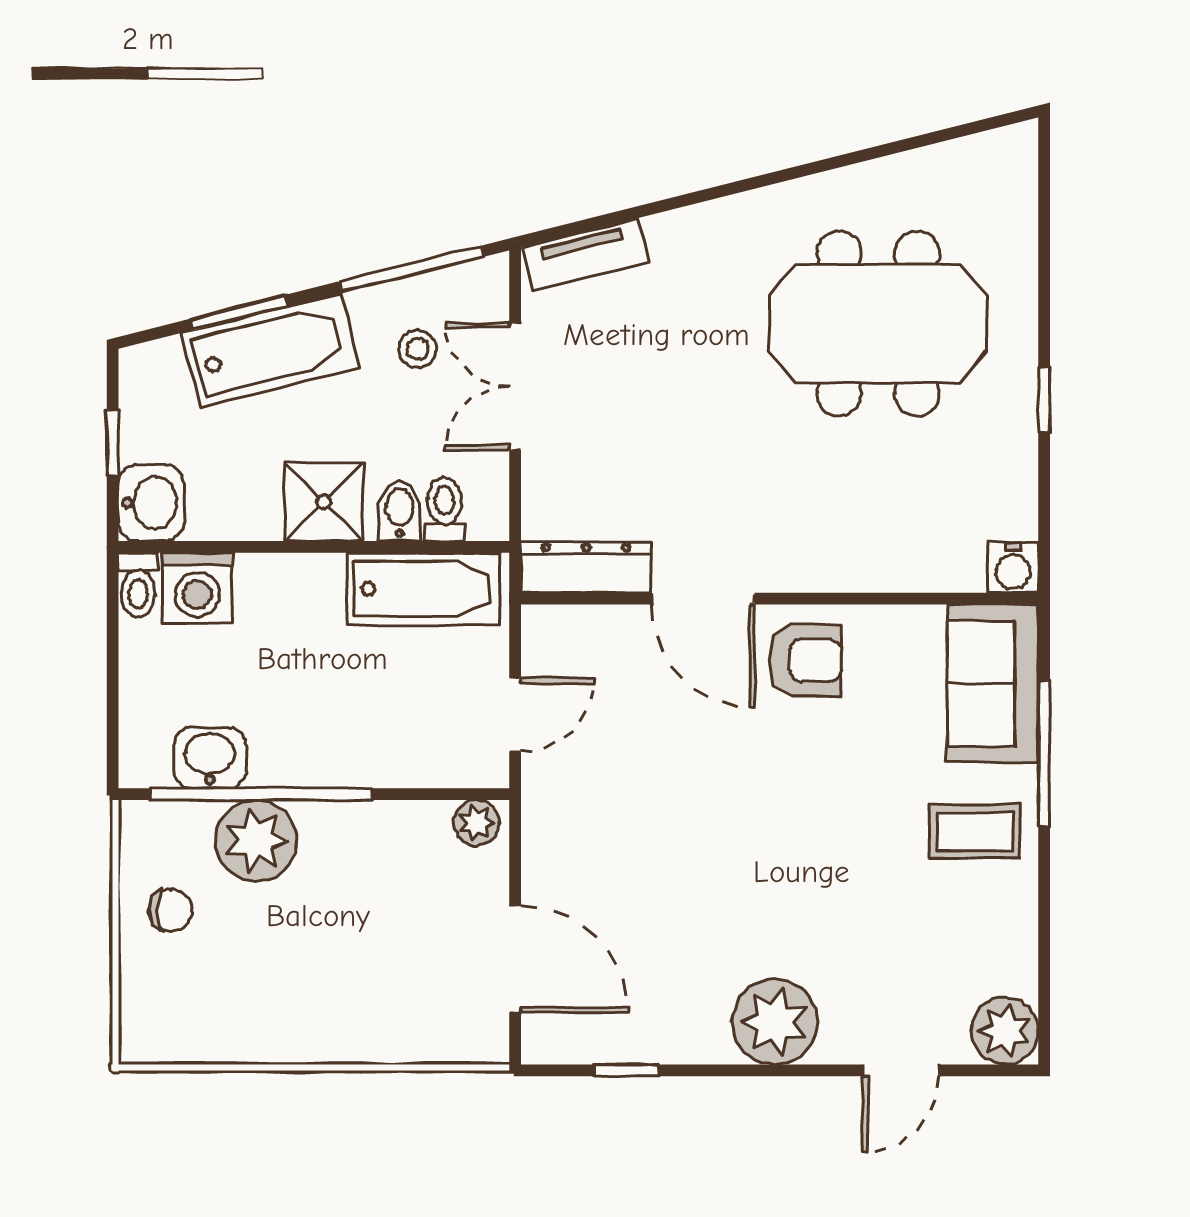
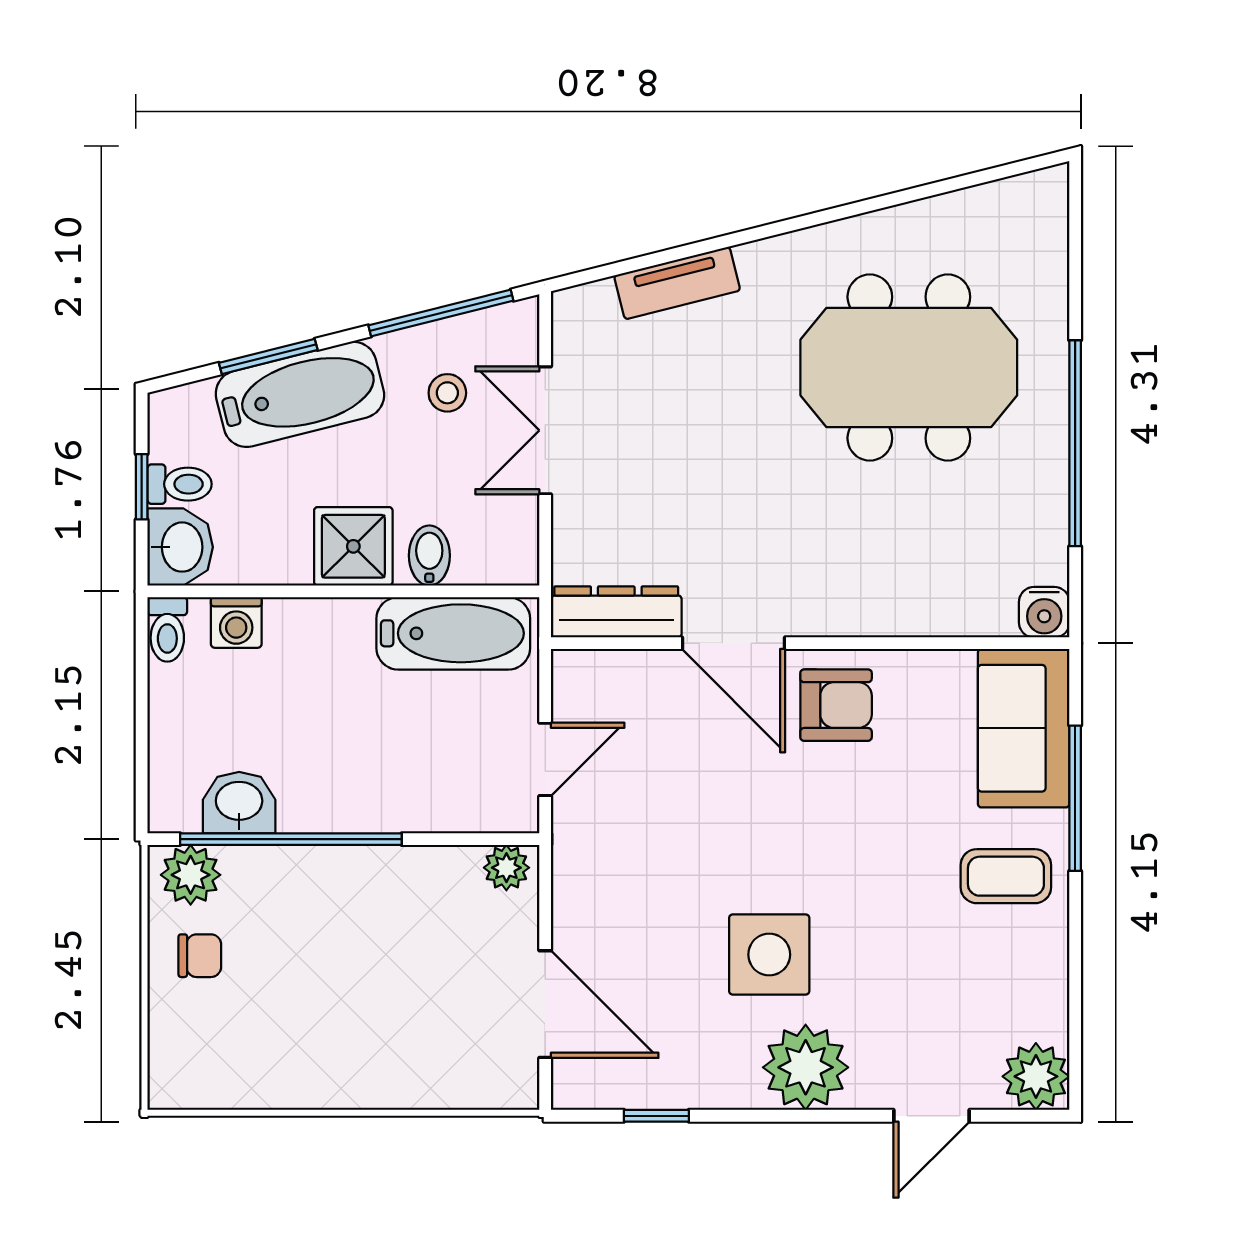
tv unit: (585, 255) -> (677, 283), moved
window: (1044, 399) -> (1075, 443), width x3.17
toilet: (444, 509) -> (180, 484), moved, turned 90
washing machine: (197, 588) -> (236, 622), width x0.73, depth x0.73
plant: (256, 841) -> (191, 875), moved, width x0.73, depth x0.73
side table: (739, 909) -> (769, 955), added

